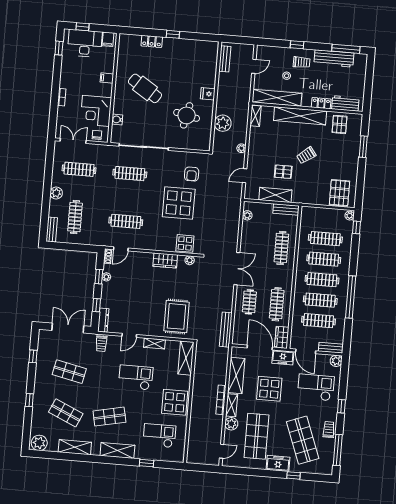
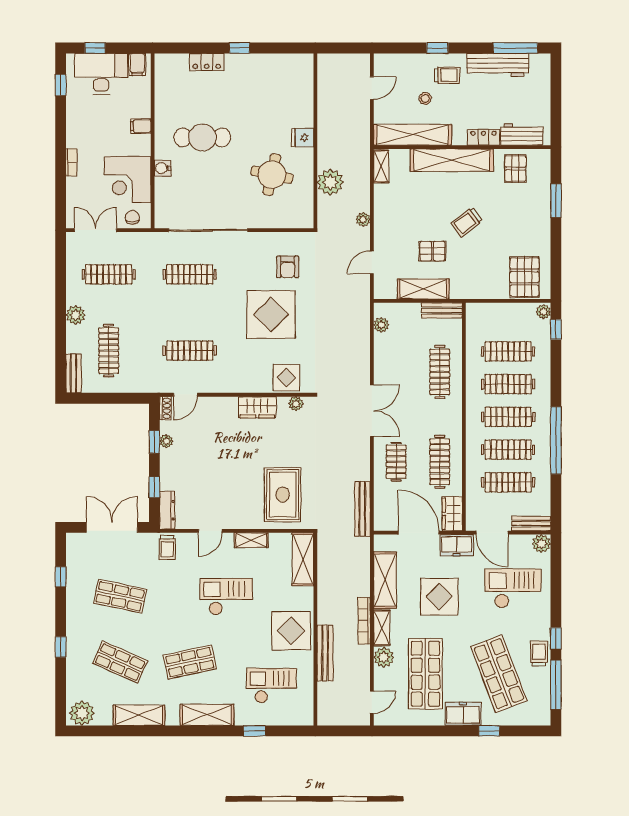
bench: (225, 59) -> (325, 653), moved, width x1.36
cafe table: (145, 88) -> (202, 137), turned -33
water cooler: (117, 120) -> (162, 168), moved
window: (341, 406) -> (556, 638), moved

